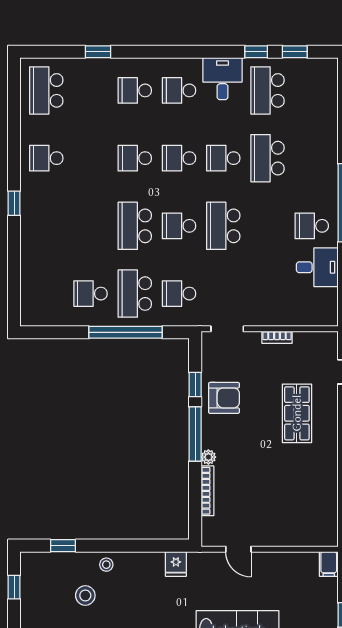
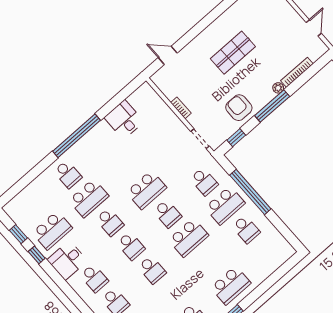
school desk: (46, 226) -> (231, 285), added
school desk: (312, 226) -> (68, 174), moved
window: (195, 385) -> (236, 138), moved
shop shelf: (297, 413) -> (233, 53), moved

